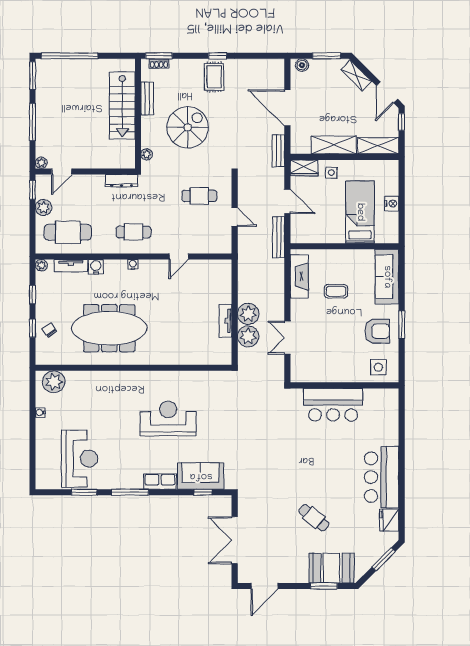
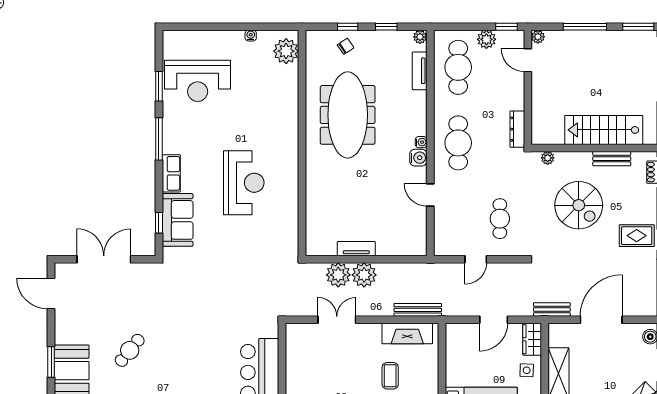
cafe table: (134, 232) -> (458, 143), width x1.37, depth x1.35
bench: (279, 237) -> (418, 310), moved
water cooler: (96, 267) -> (418, 158), moved

